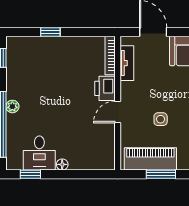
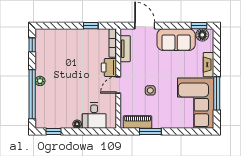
window: (50, 32) -> (91, 26), moved
desk: (39, 153) -> (94, 116), moved
piano: (150, 159) -> (138, 122), width x0.73, depth x0.75

